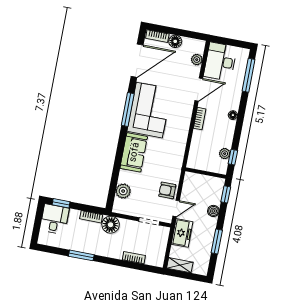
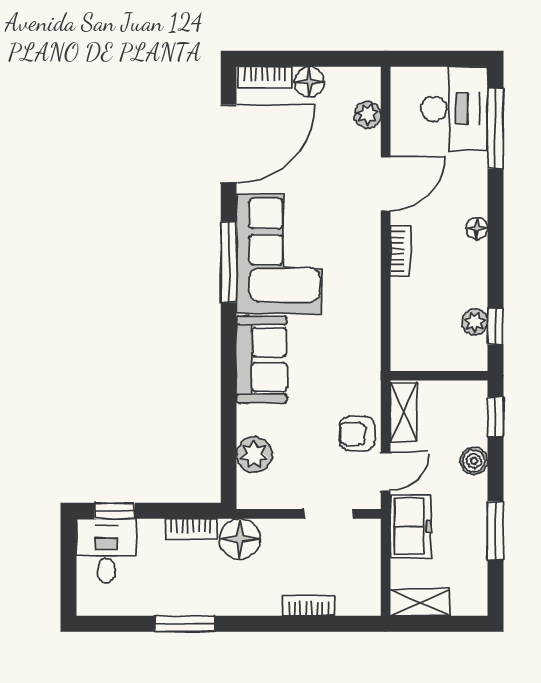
desk: (220, 62) -> (454, 109), moved, turned 180
shelving: (188, 185) -> (404, 412), added

